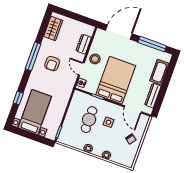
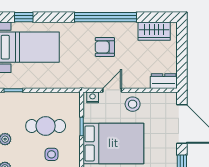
dresser: (84, 44) -> (164, 81), moved
window: (33, 56) -> (105, 17), width x1.46
window: (18, 98) -> (24, 17), moved

